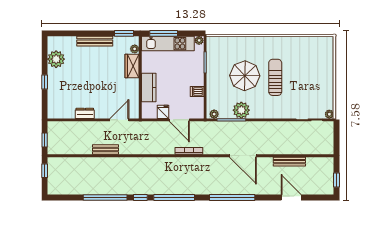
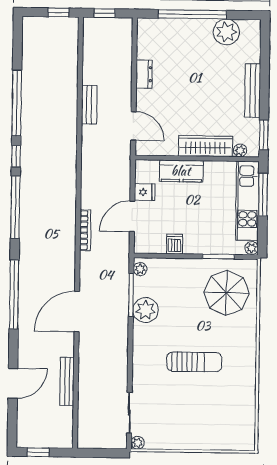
wardrobe: (132, 66) -> (205, 146), width x1.50
parasol: (245, 76) -> (226, 293), moved
window: (45, 82) -> (192, 14), width x3.17

